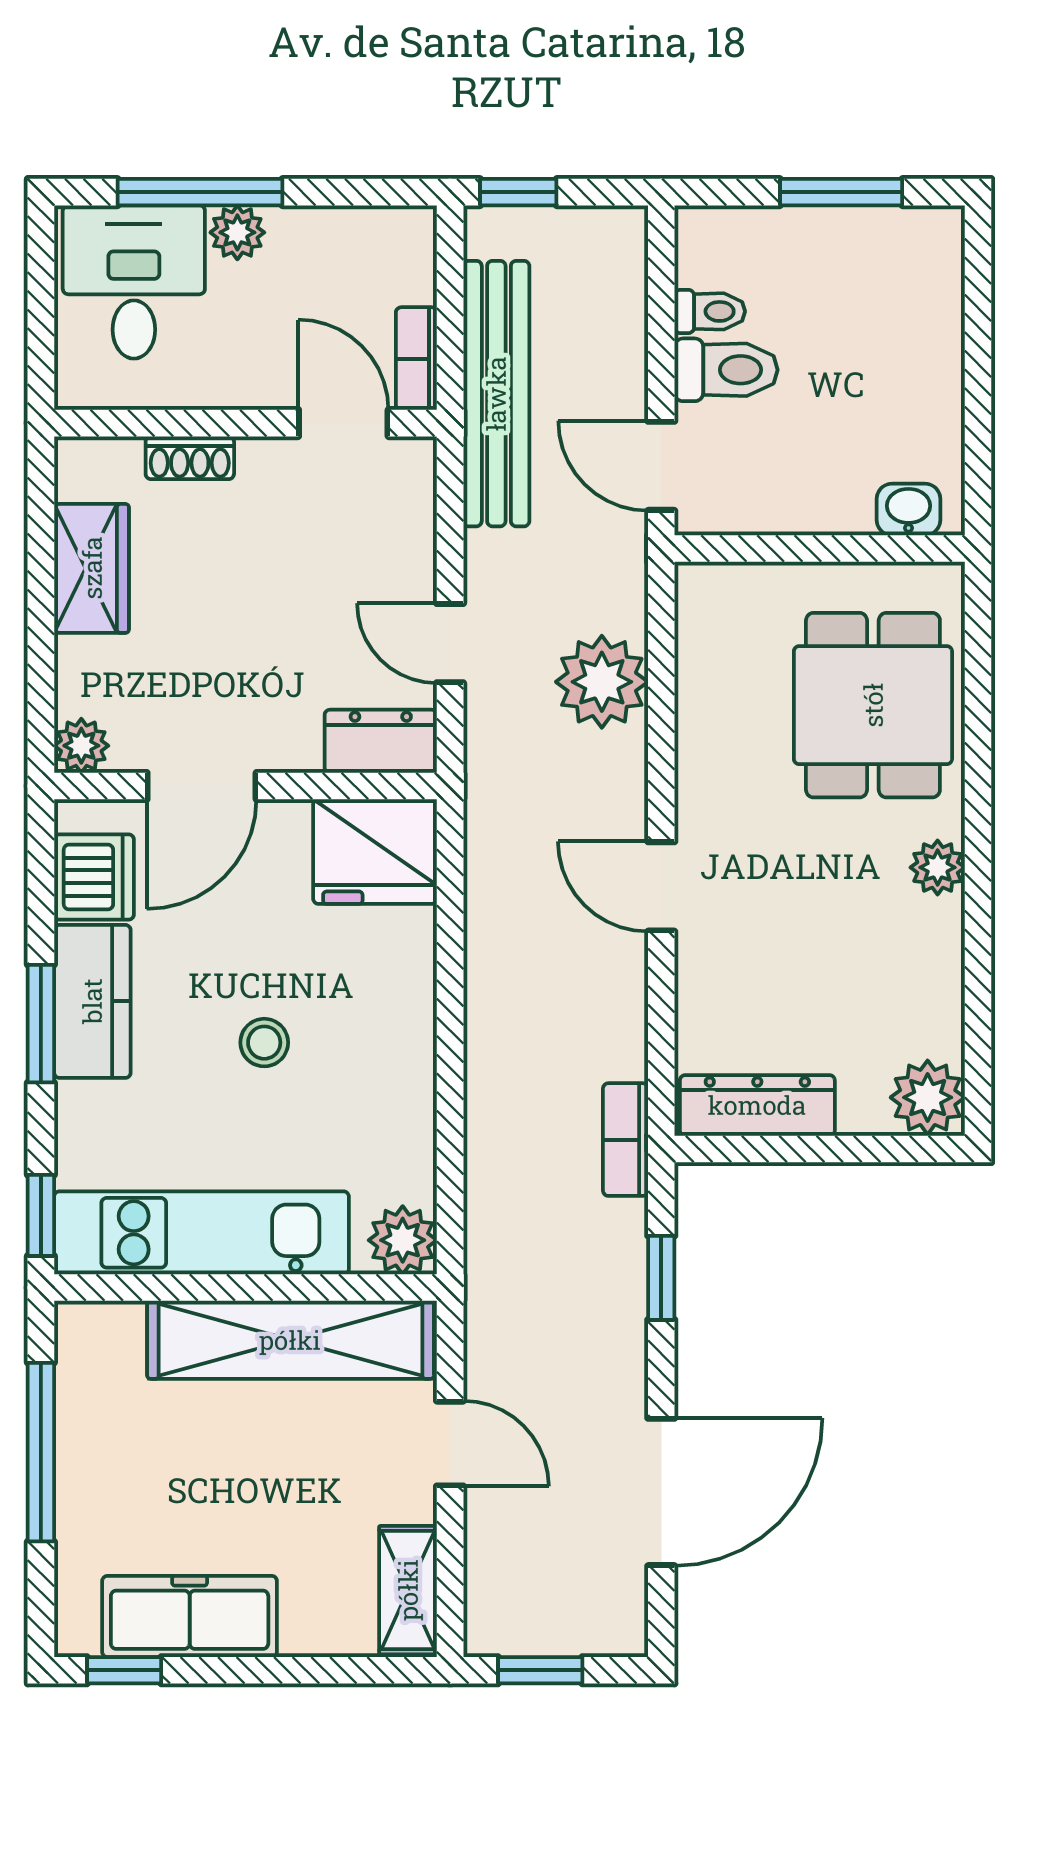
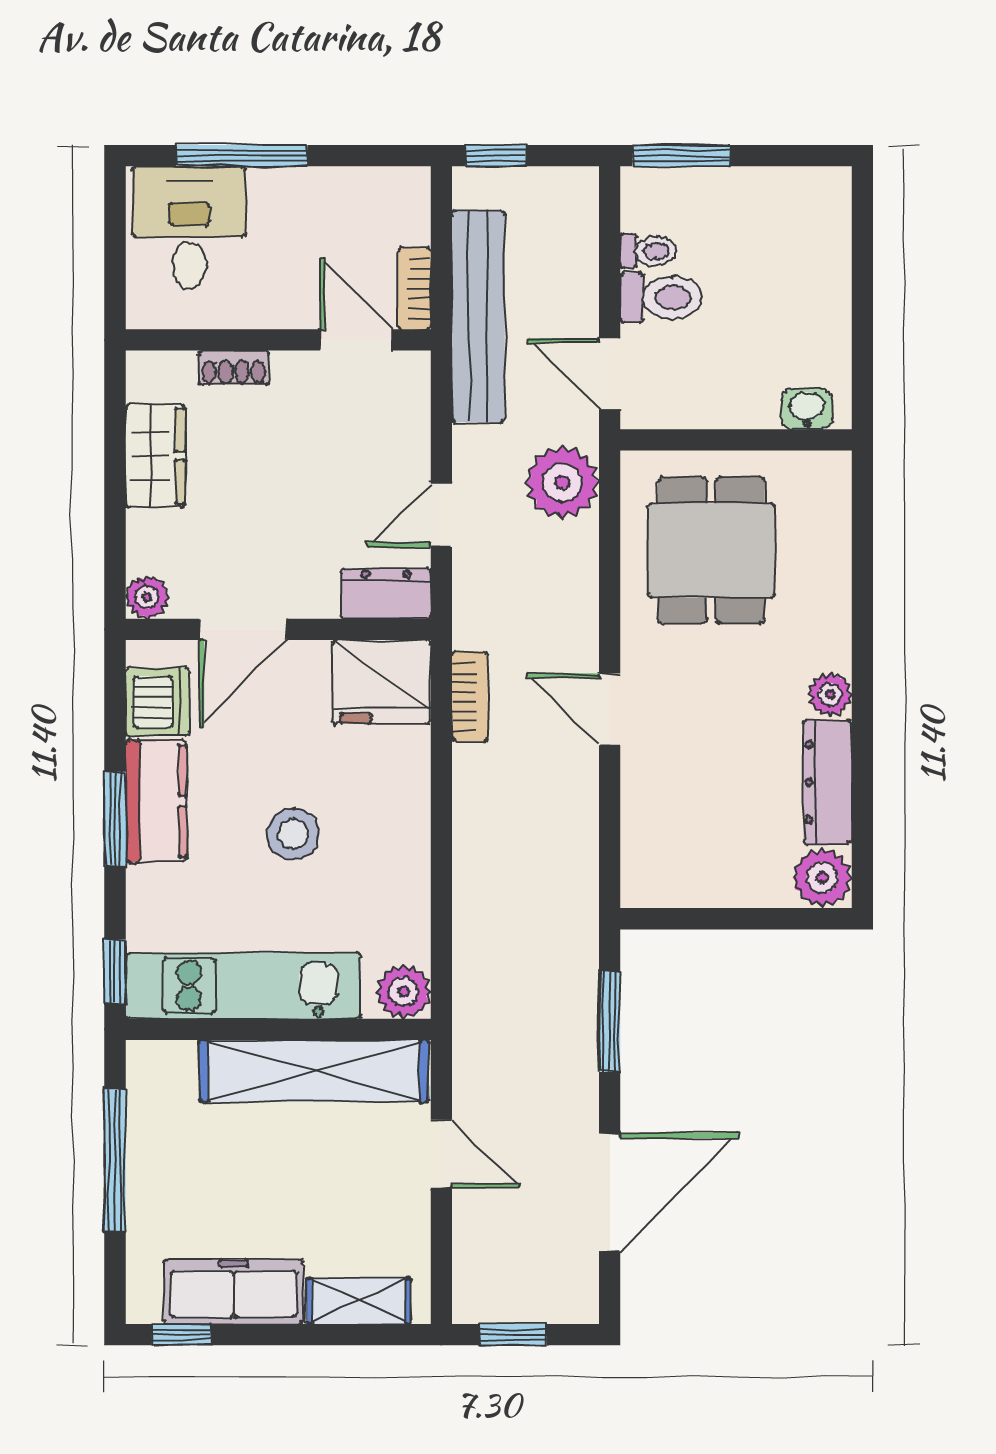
window: (841, 192) -> (681, 156), moved
plant: (237, 232) -> (272, 188), removed
door: (450, 643) -> (441, 515), hinge flipped
plant: (602, 682) -> (562, 482), moved
dining table: (873, 705) -> (711, 550), moved
stool: (264, 1043) -> (293, 834), width x1.37, depth x1.37
dresser: (757, 1105) -> (828, 782), moved, turned -90
bookcase: (626, 1140) -> (470, 697), moved, turned 180
window: (661, 1278) -> (610, 1022), width x1.50
shelving: (408, 1590) -> (359, 1301), moved, turned 90

